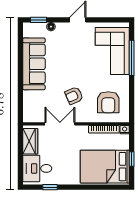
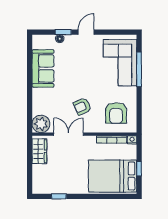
window: (39, 20) -> (63, 32), moved
sofa: (34, 64) -> (43, 68), width x0.73
plant: (32, 113) -> (41, 124), added
desk: (37, 168) -> (46, 178), removed

